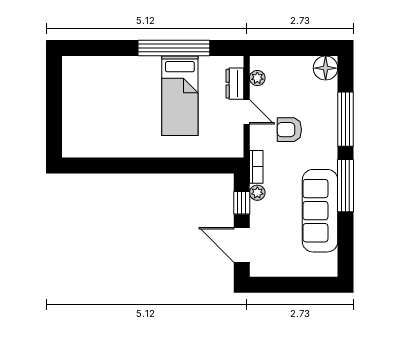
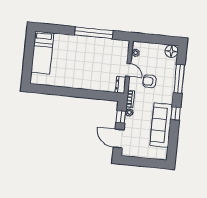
dresser: (235, 84) -> (121, 85), moved
bed: (180, 96) -> (42, 53), moved
window: (345, 186) -> (176, 113), width x0.46

